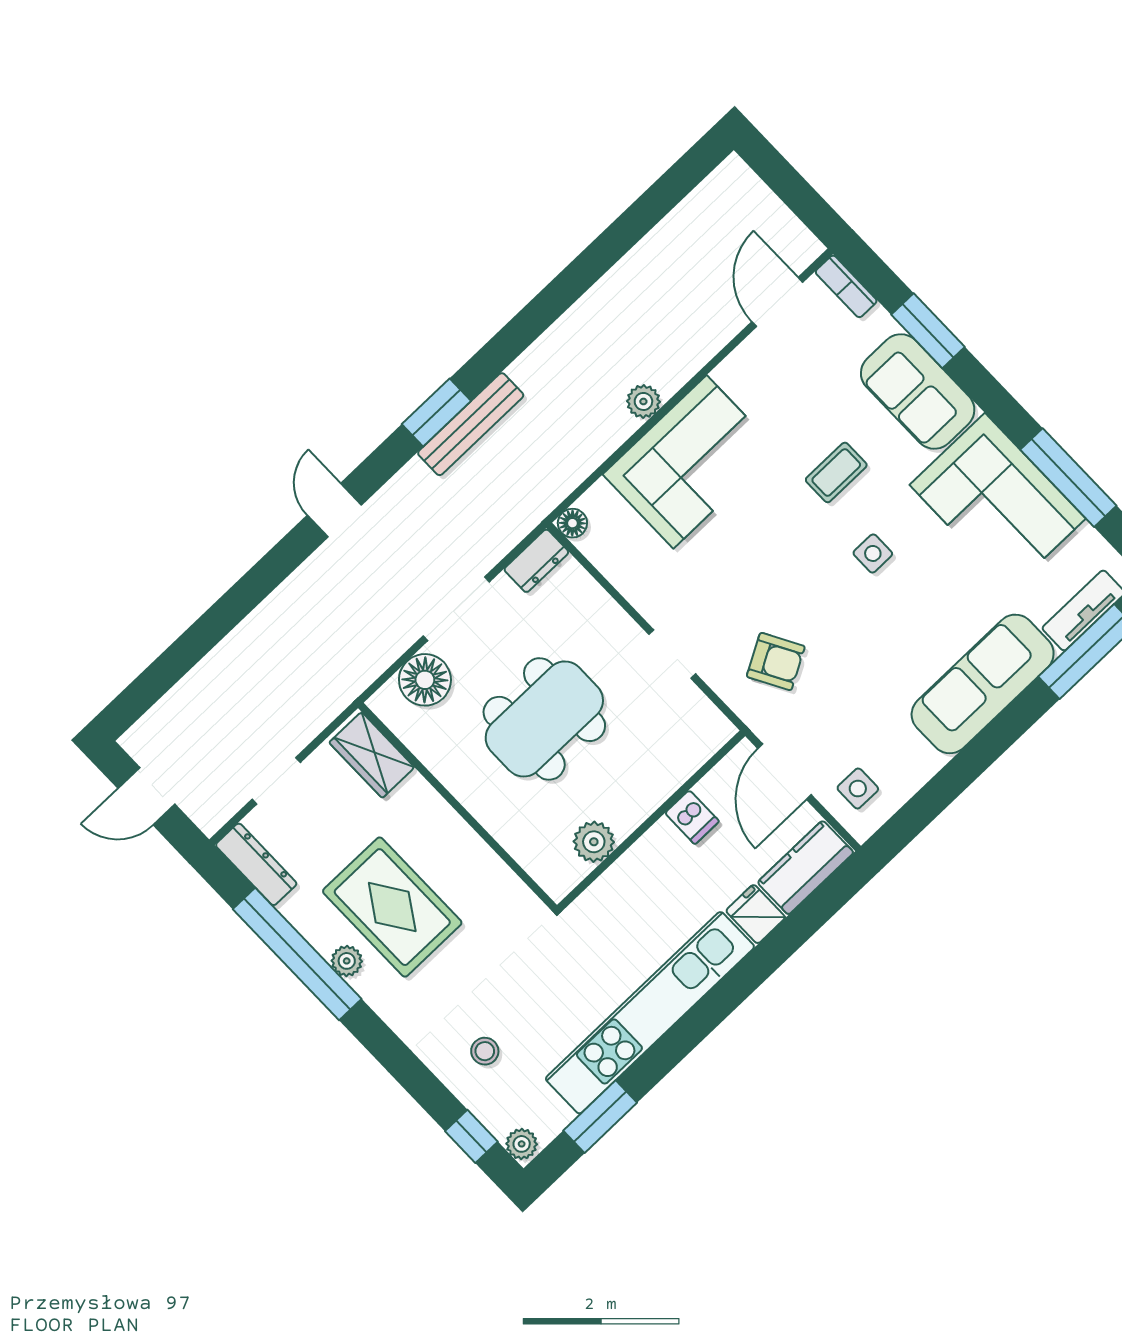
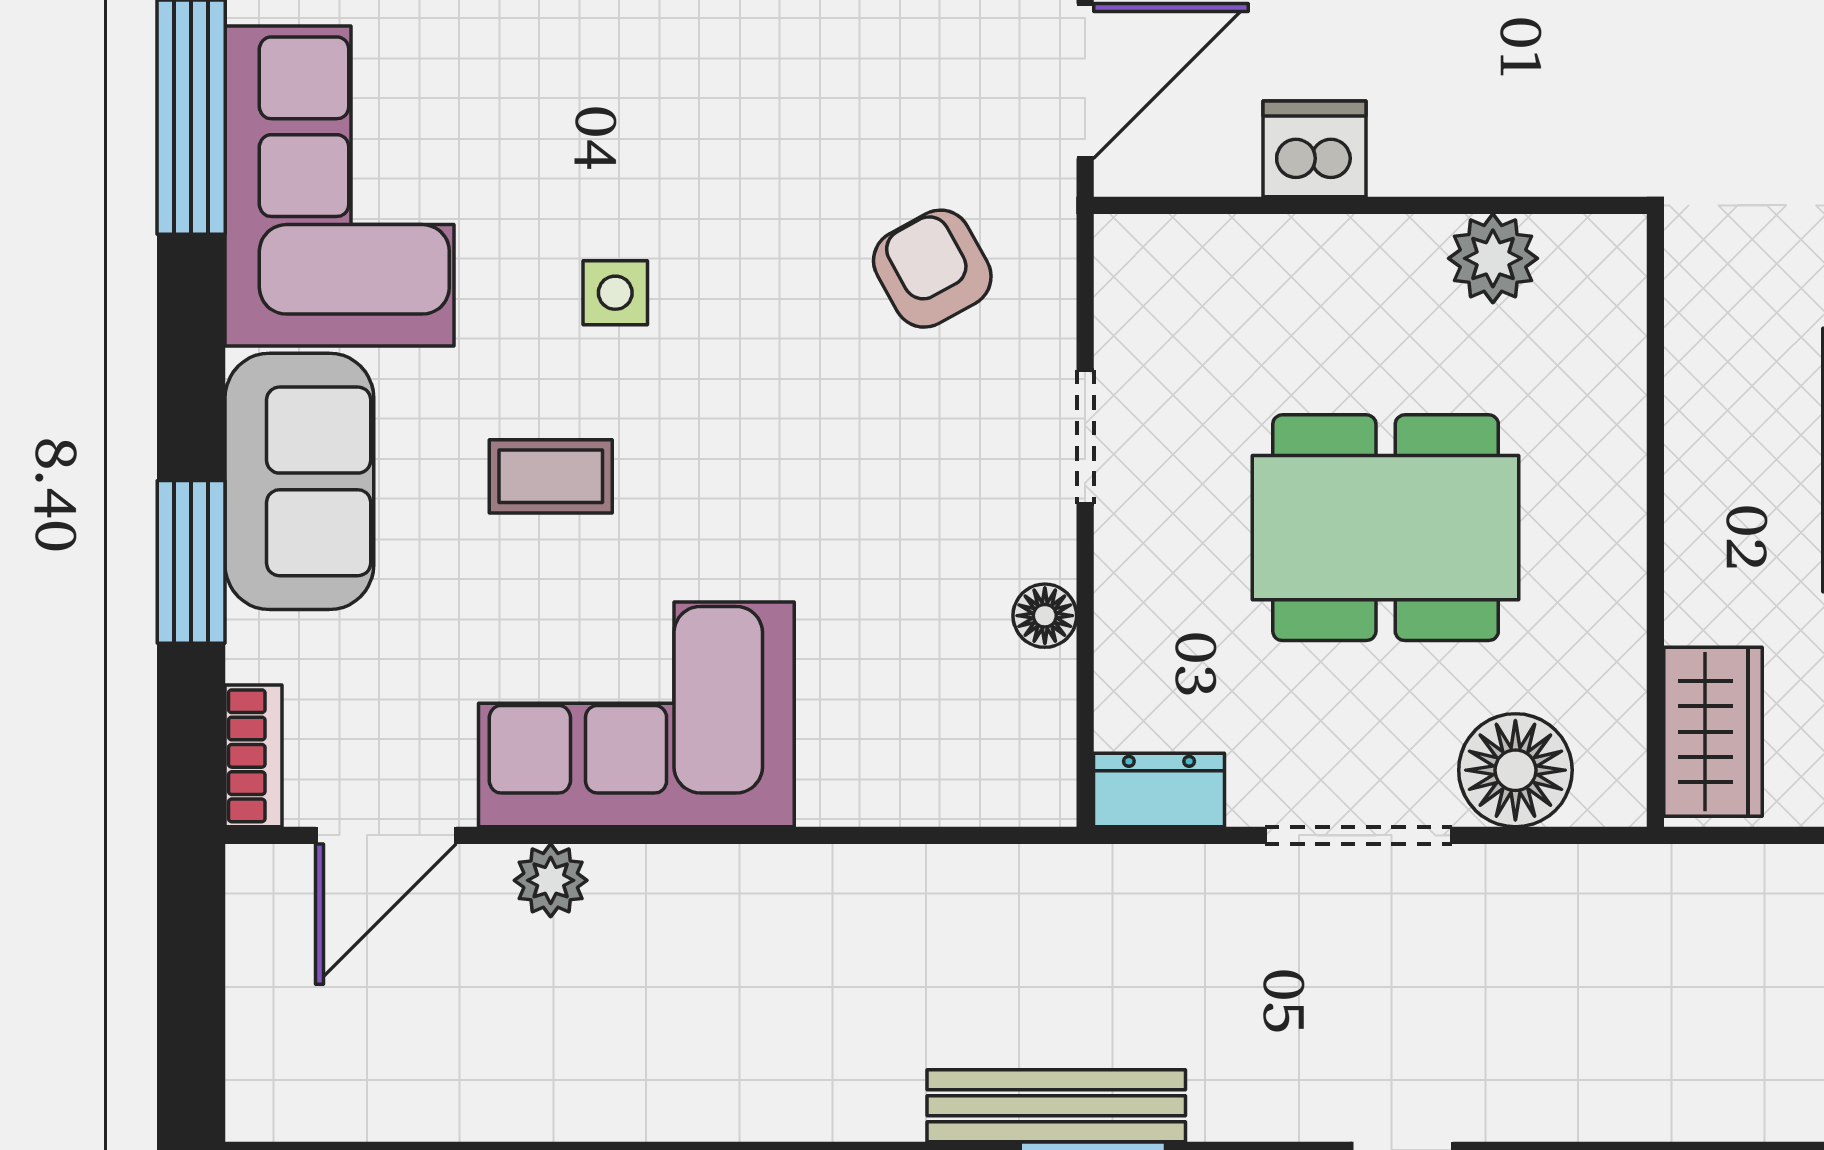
plant: (643, 401) -> (551, 880), moved
corner sofa: (690, 462) -> (636, 714), moved
floor lamp: (572, 523) -> (1045, 616), moved
dishwasher: (692, 817) -> (1314, 149), width x1.38

